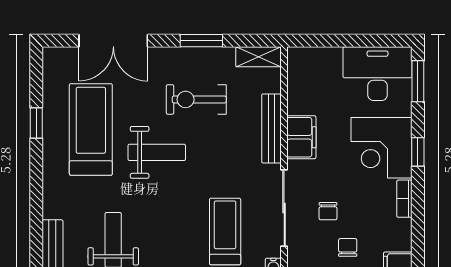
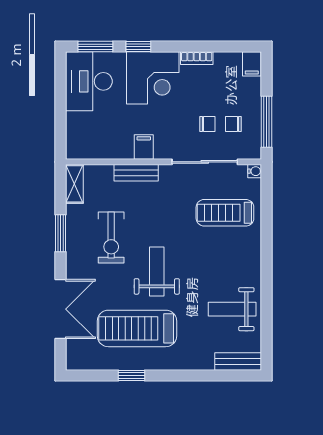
bench: (271, 128) -> (136, 173), width x0.73
filing cabinet: (301, 137) -> (144, 147), width x0.50
window: (418, 152) -> (138, 47), moved
chair: (348, 247) -> (233, 124), moved

